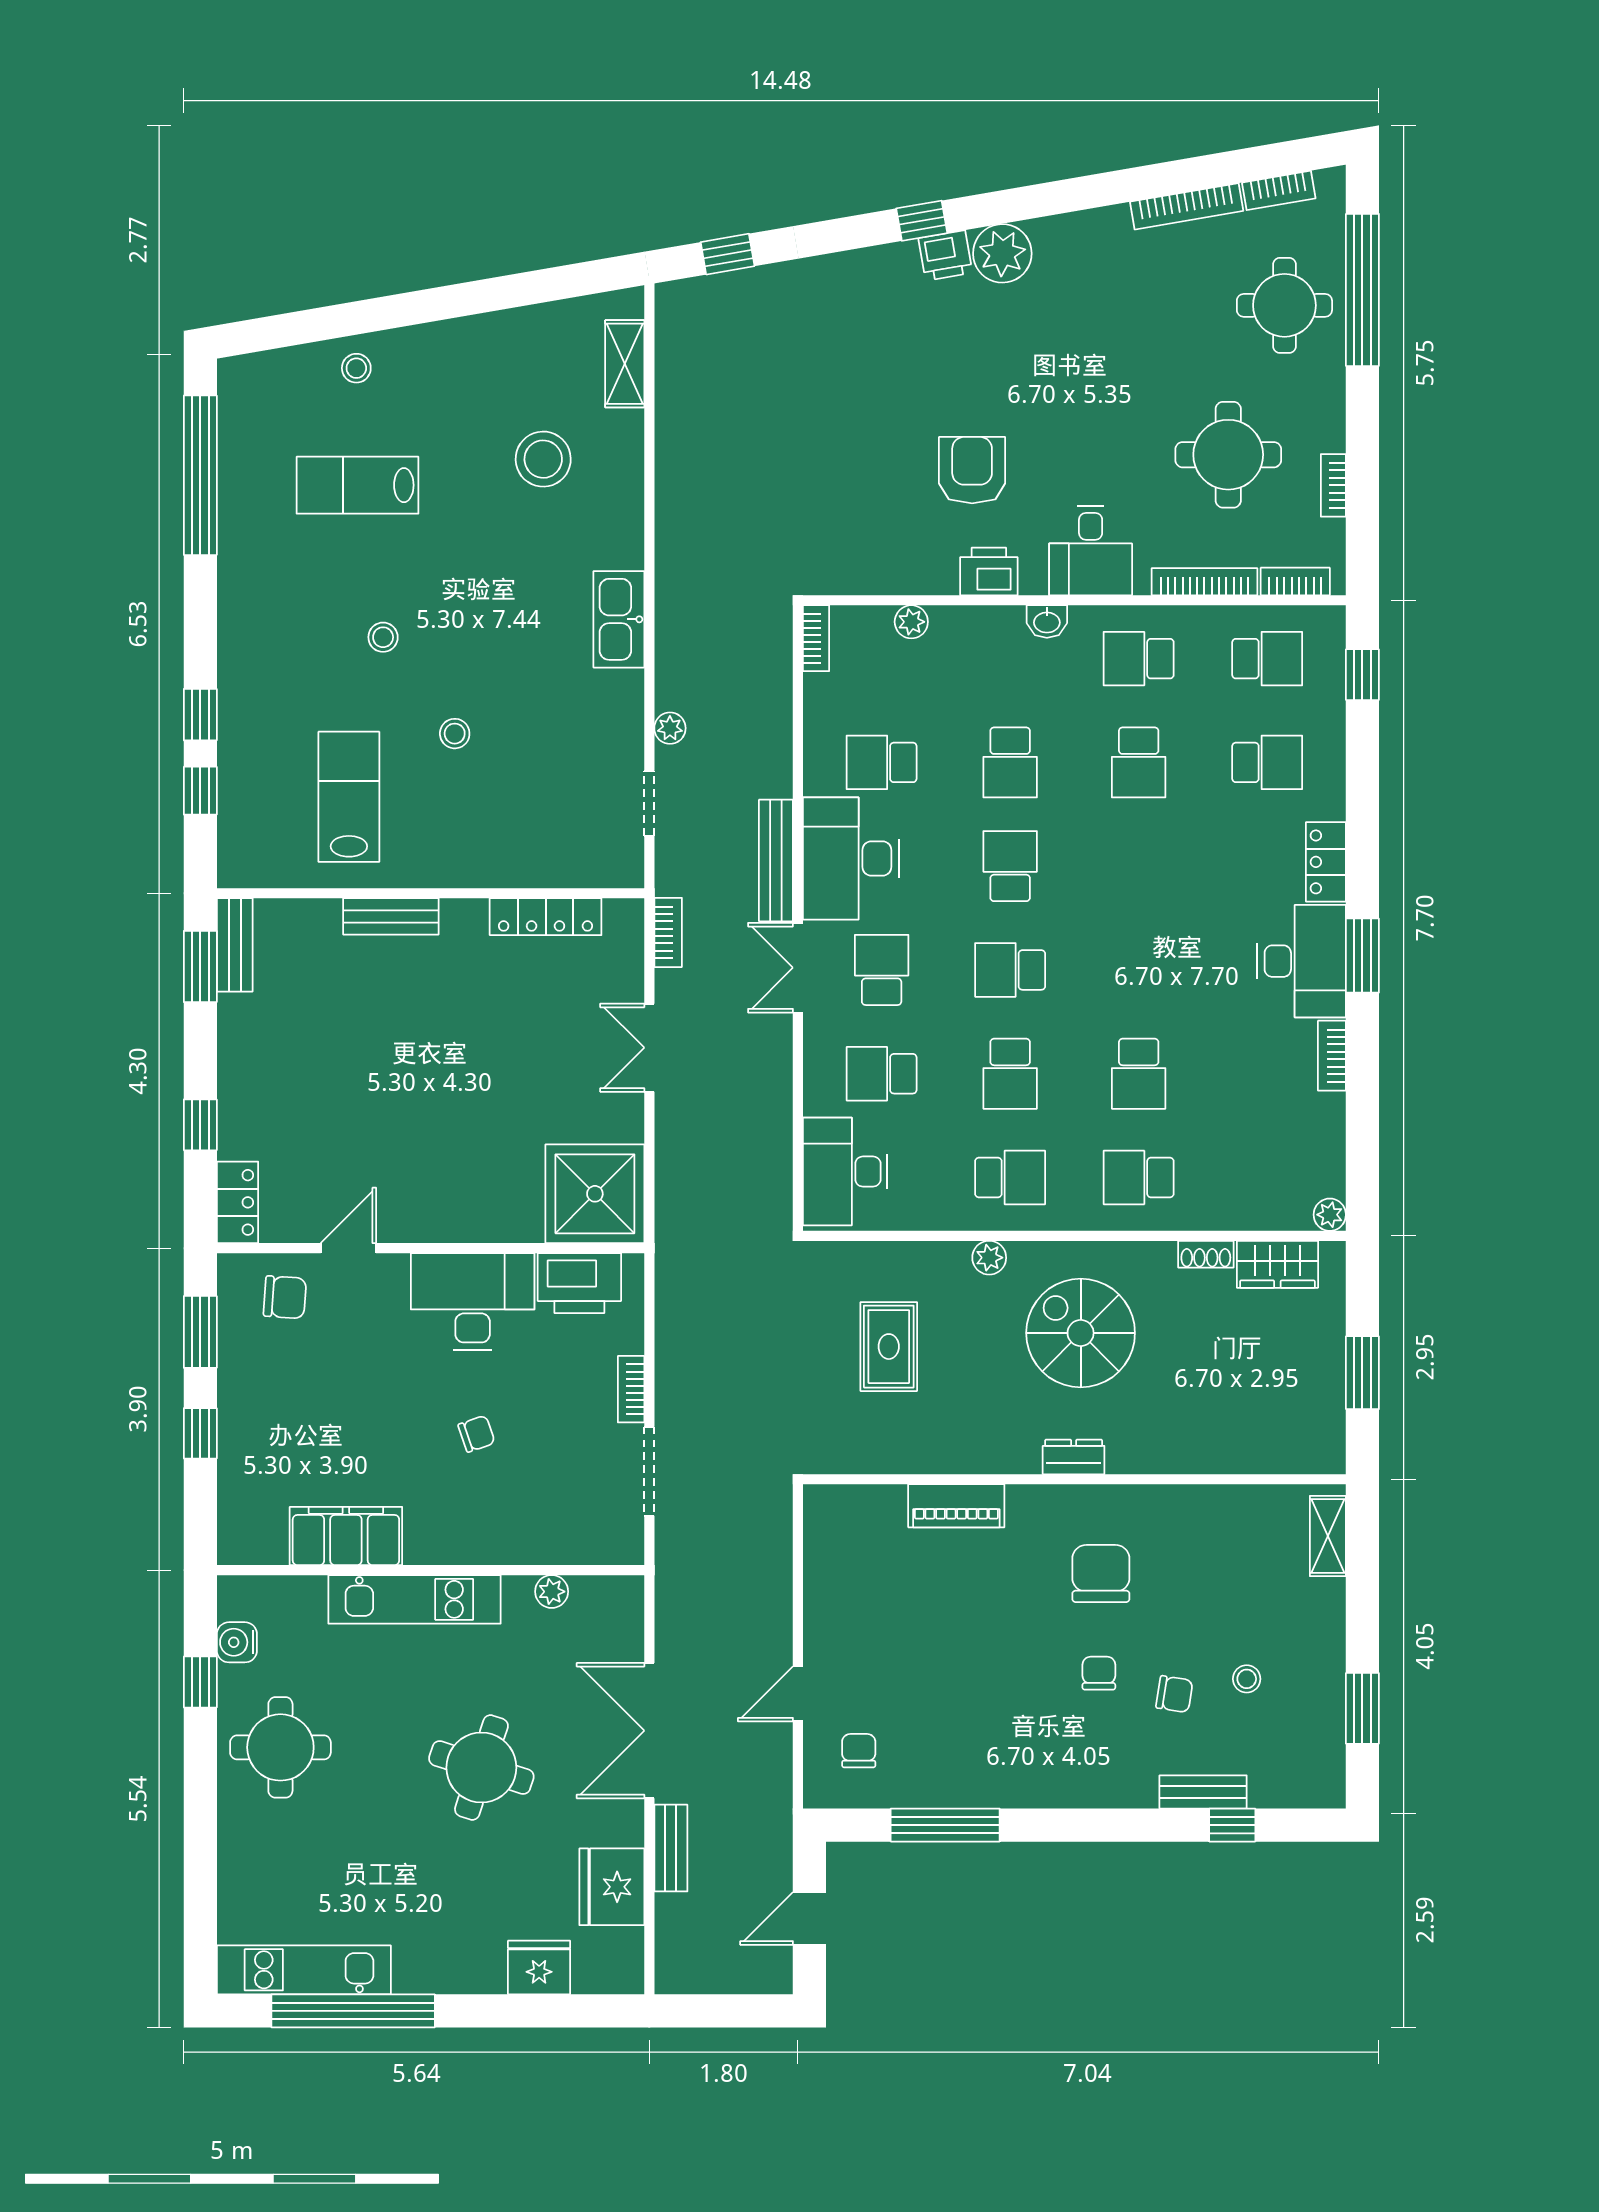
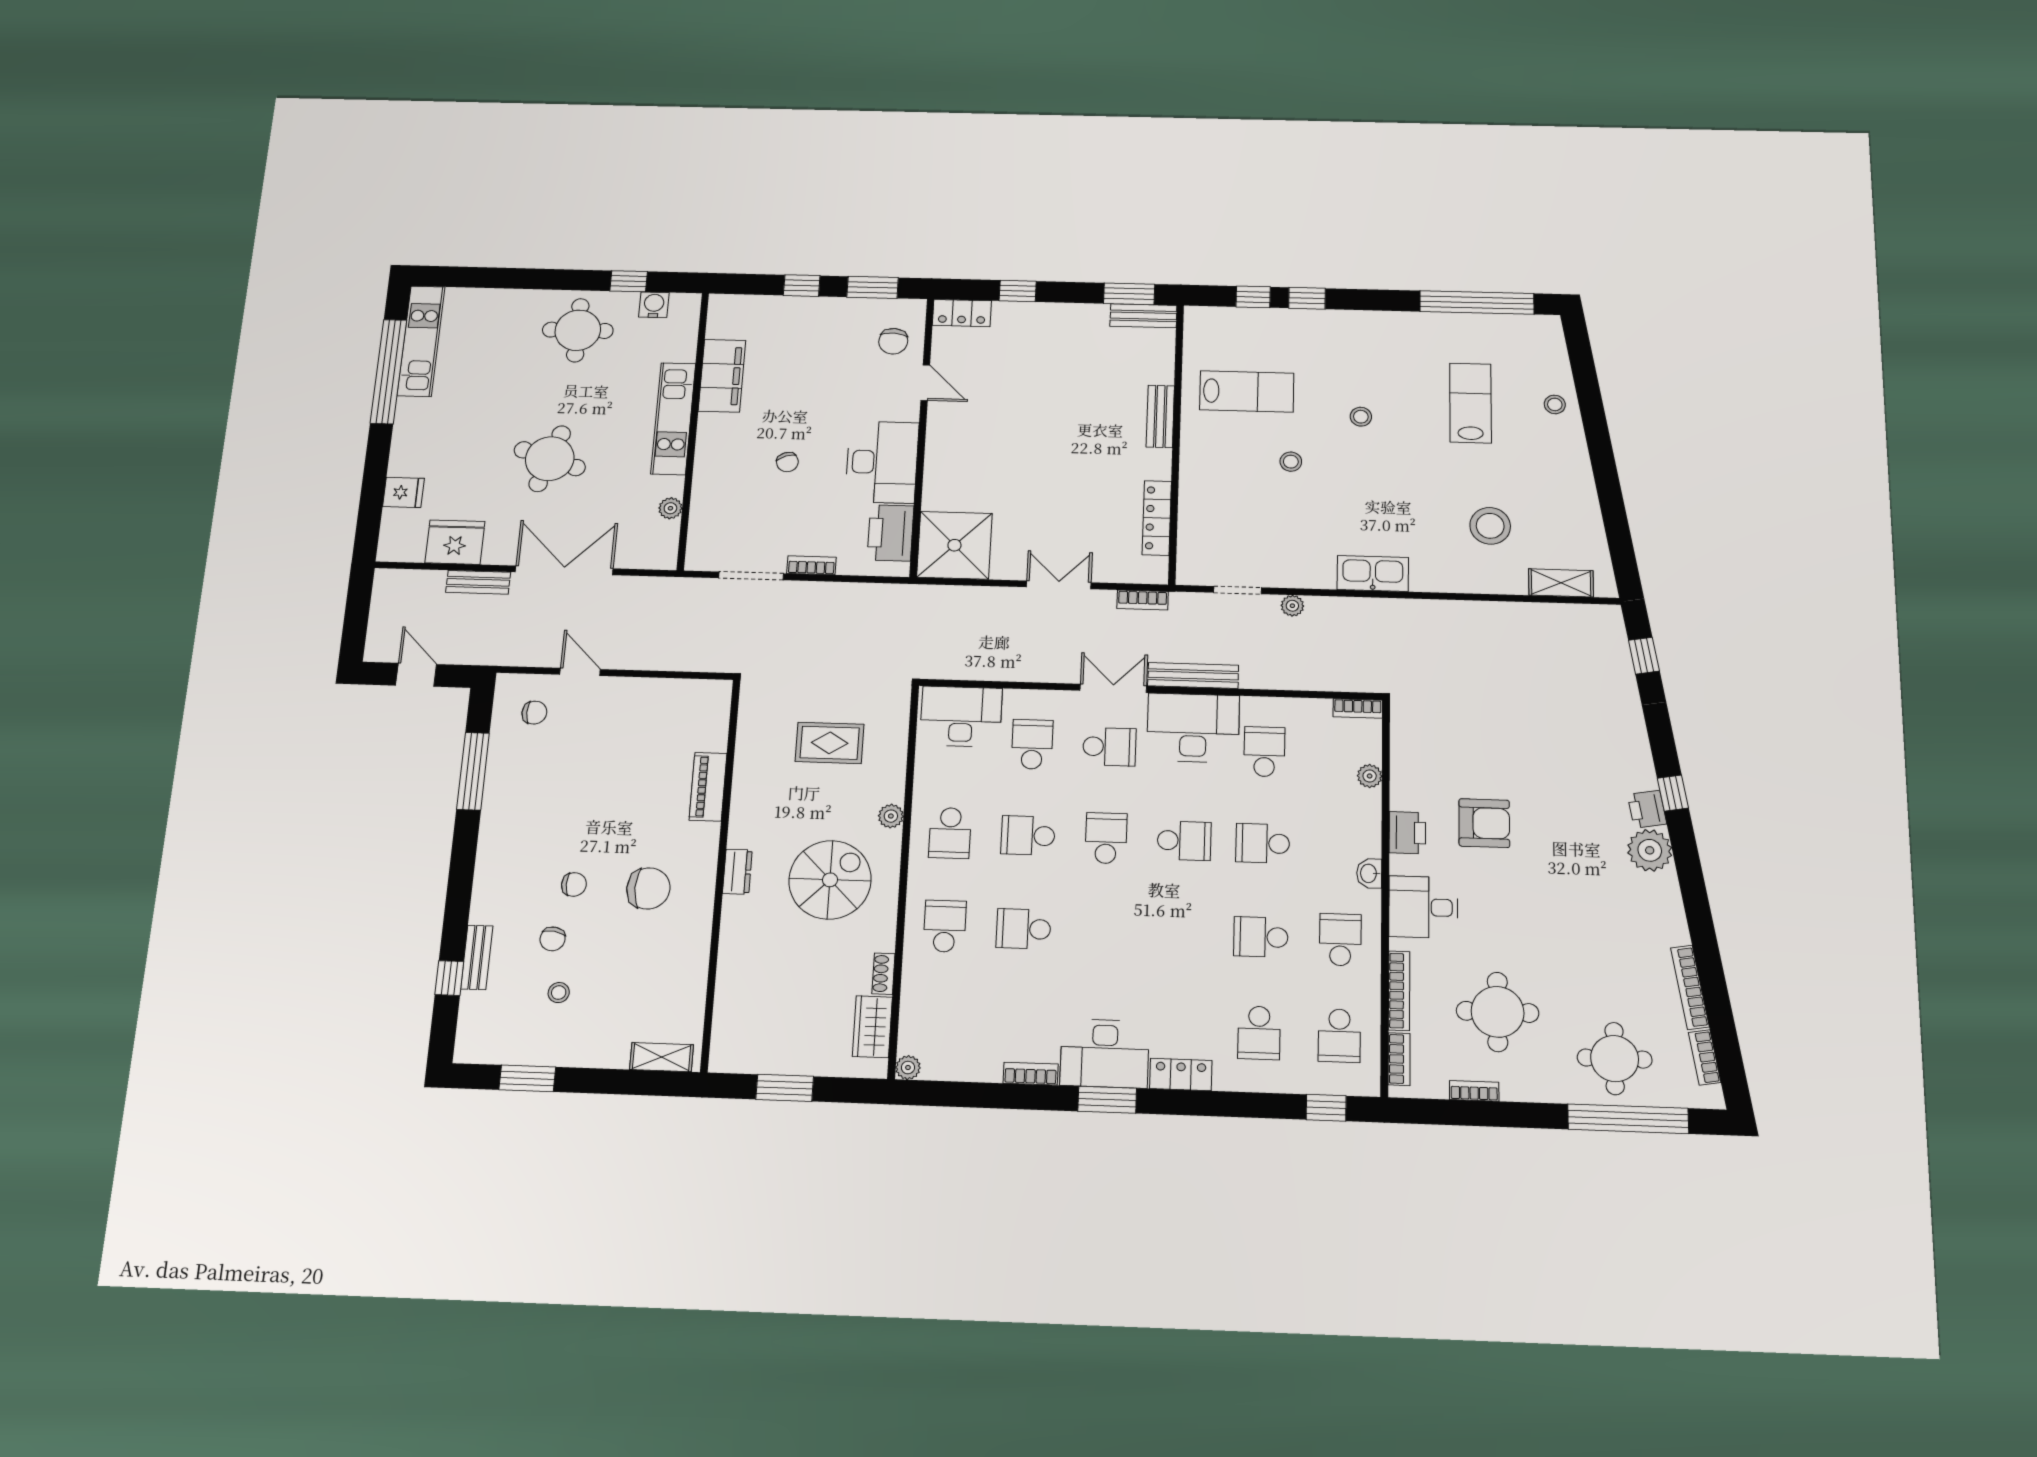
fridge: (539, 1968) -> (403, 492), width x0.72

